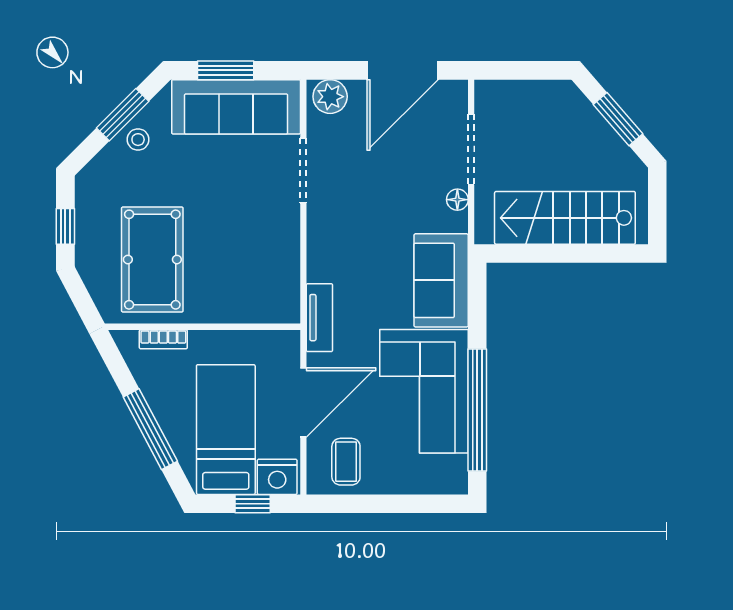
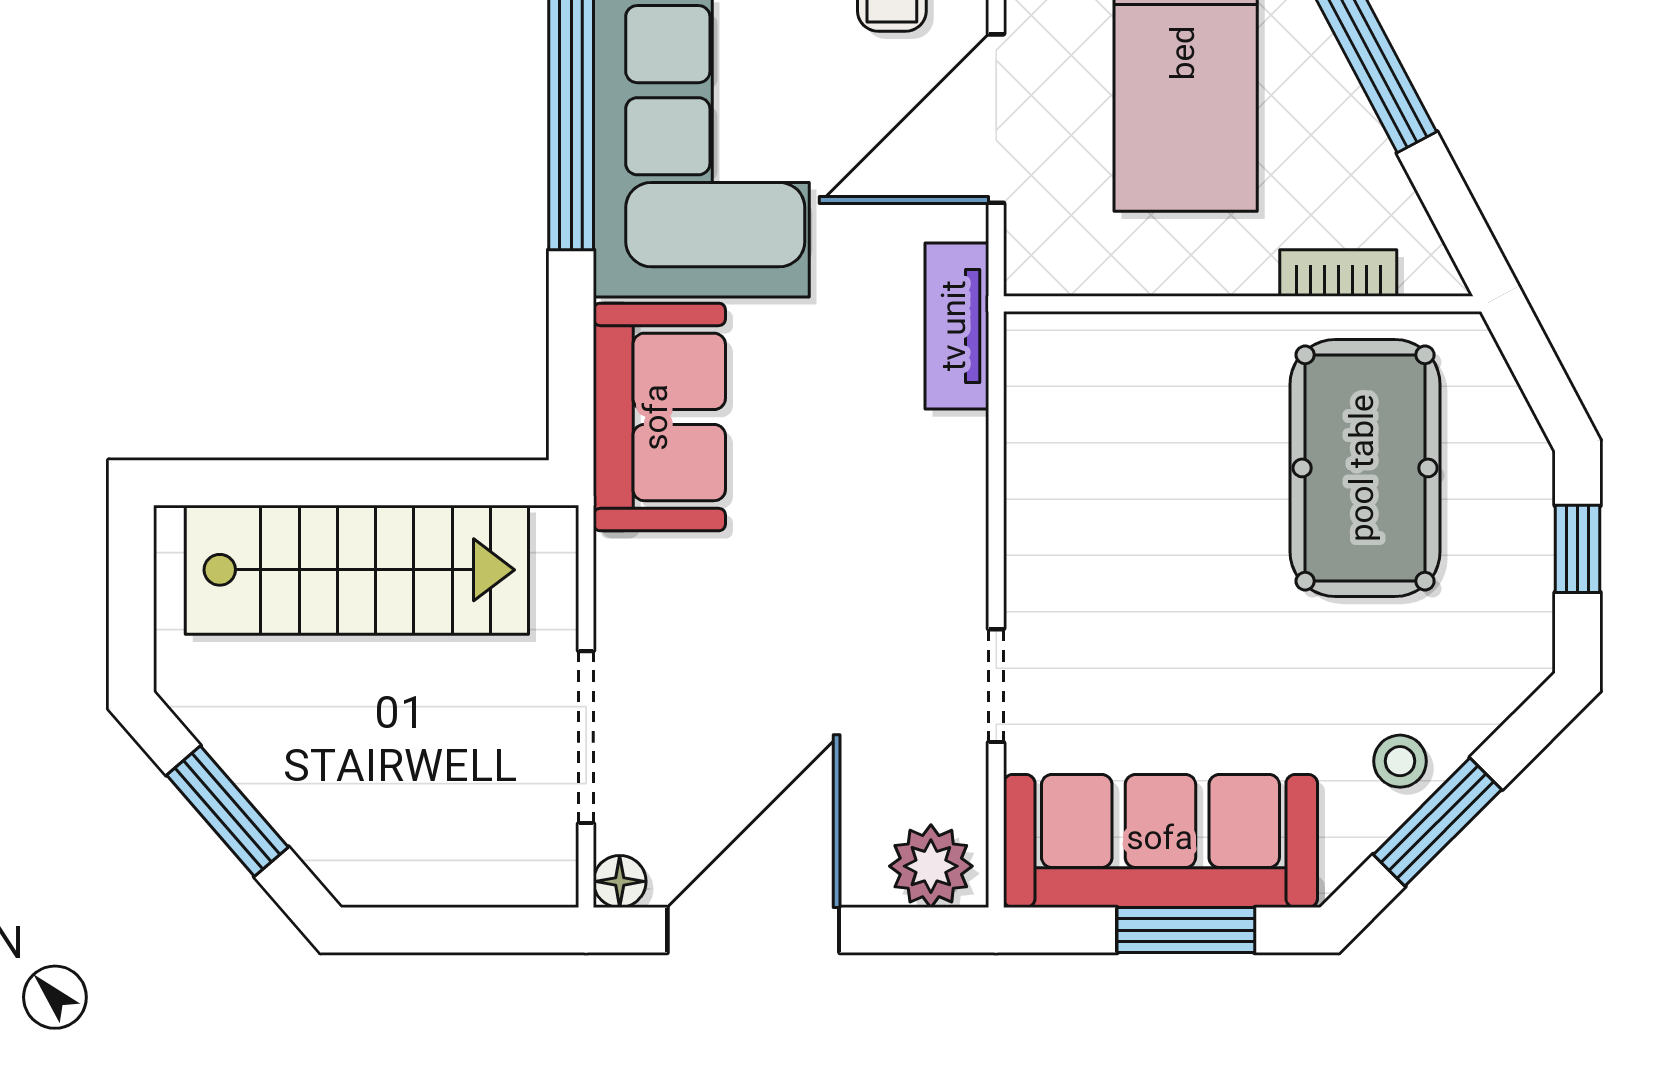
doorway: (303, 170) -> (996, 686), width x0.73
floor lamp: (457, 200) -> (620, 881), moved

